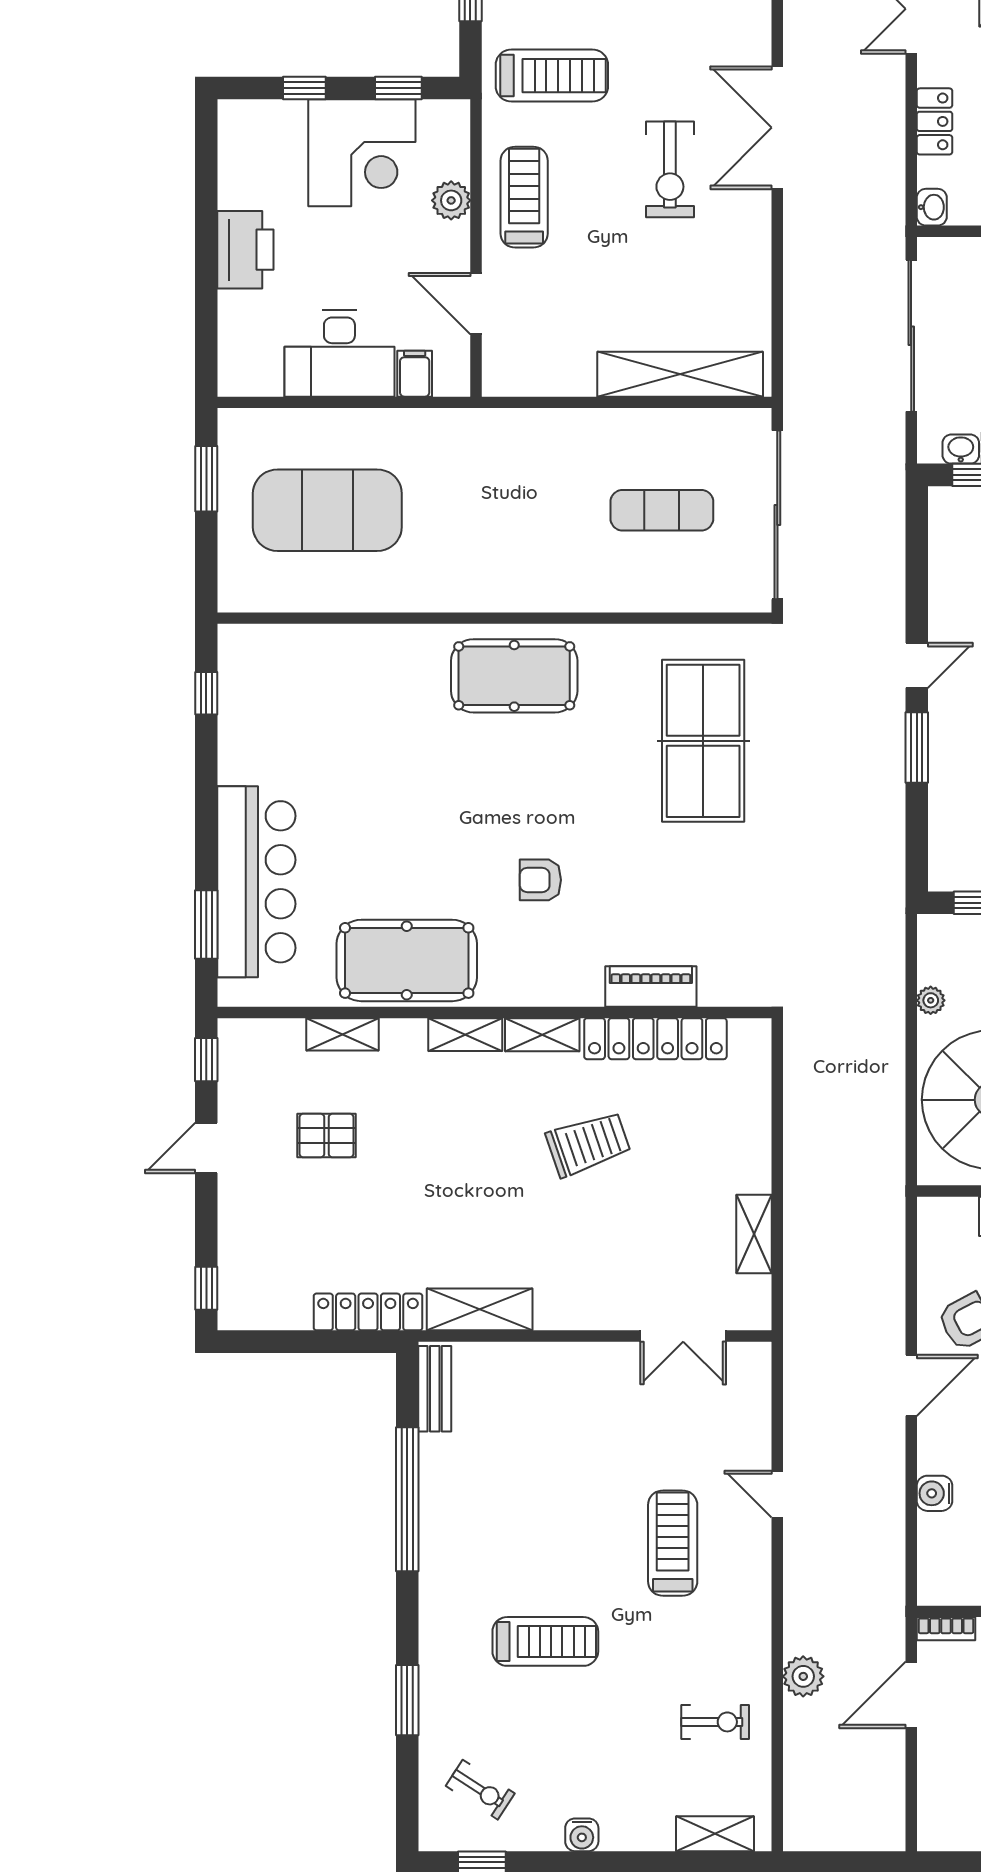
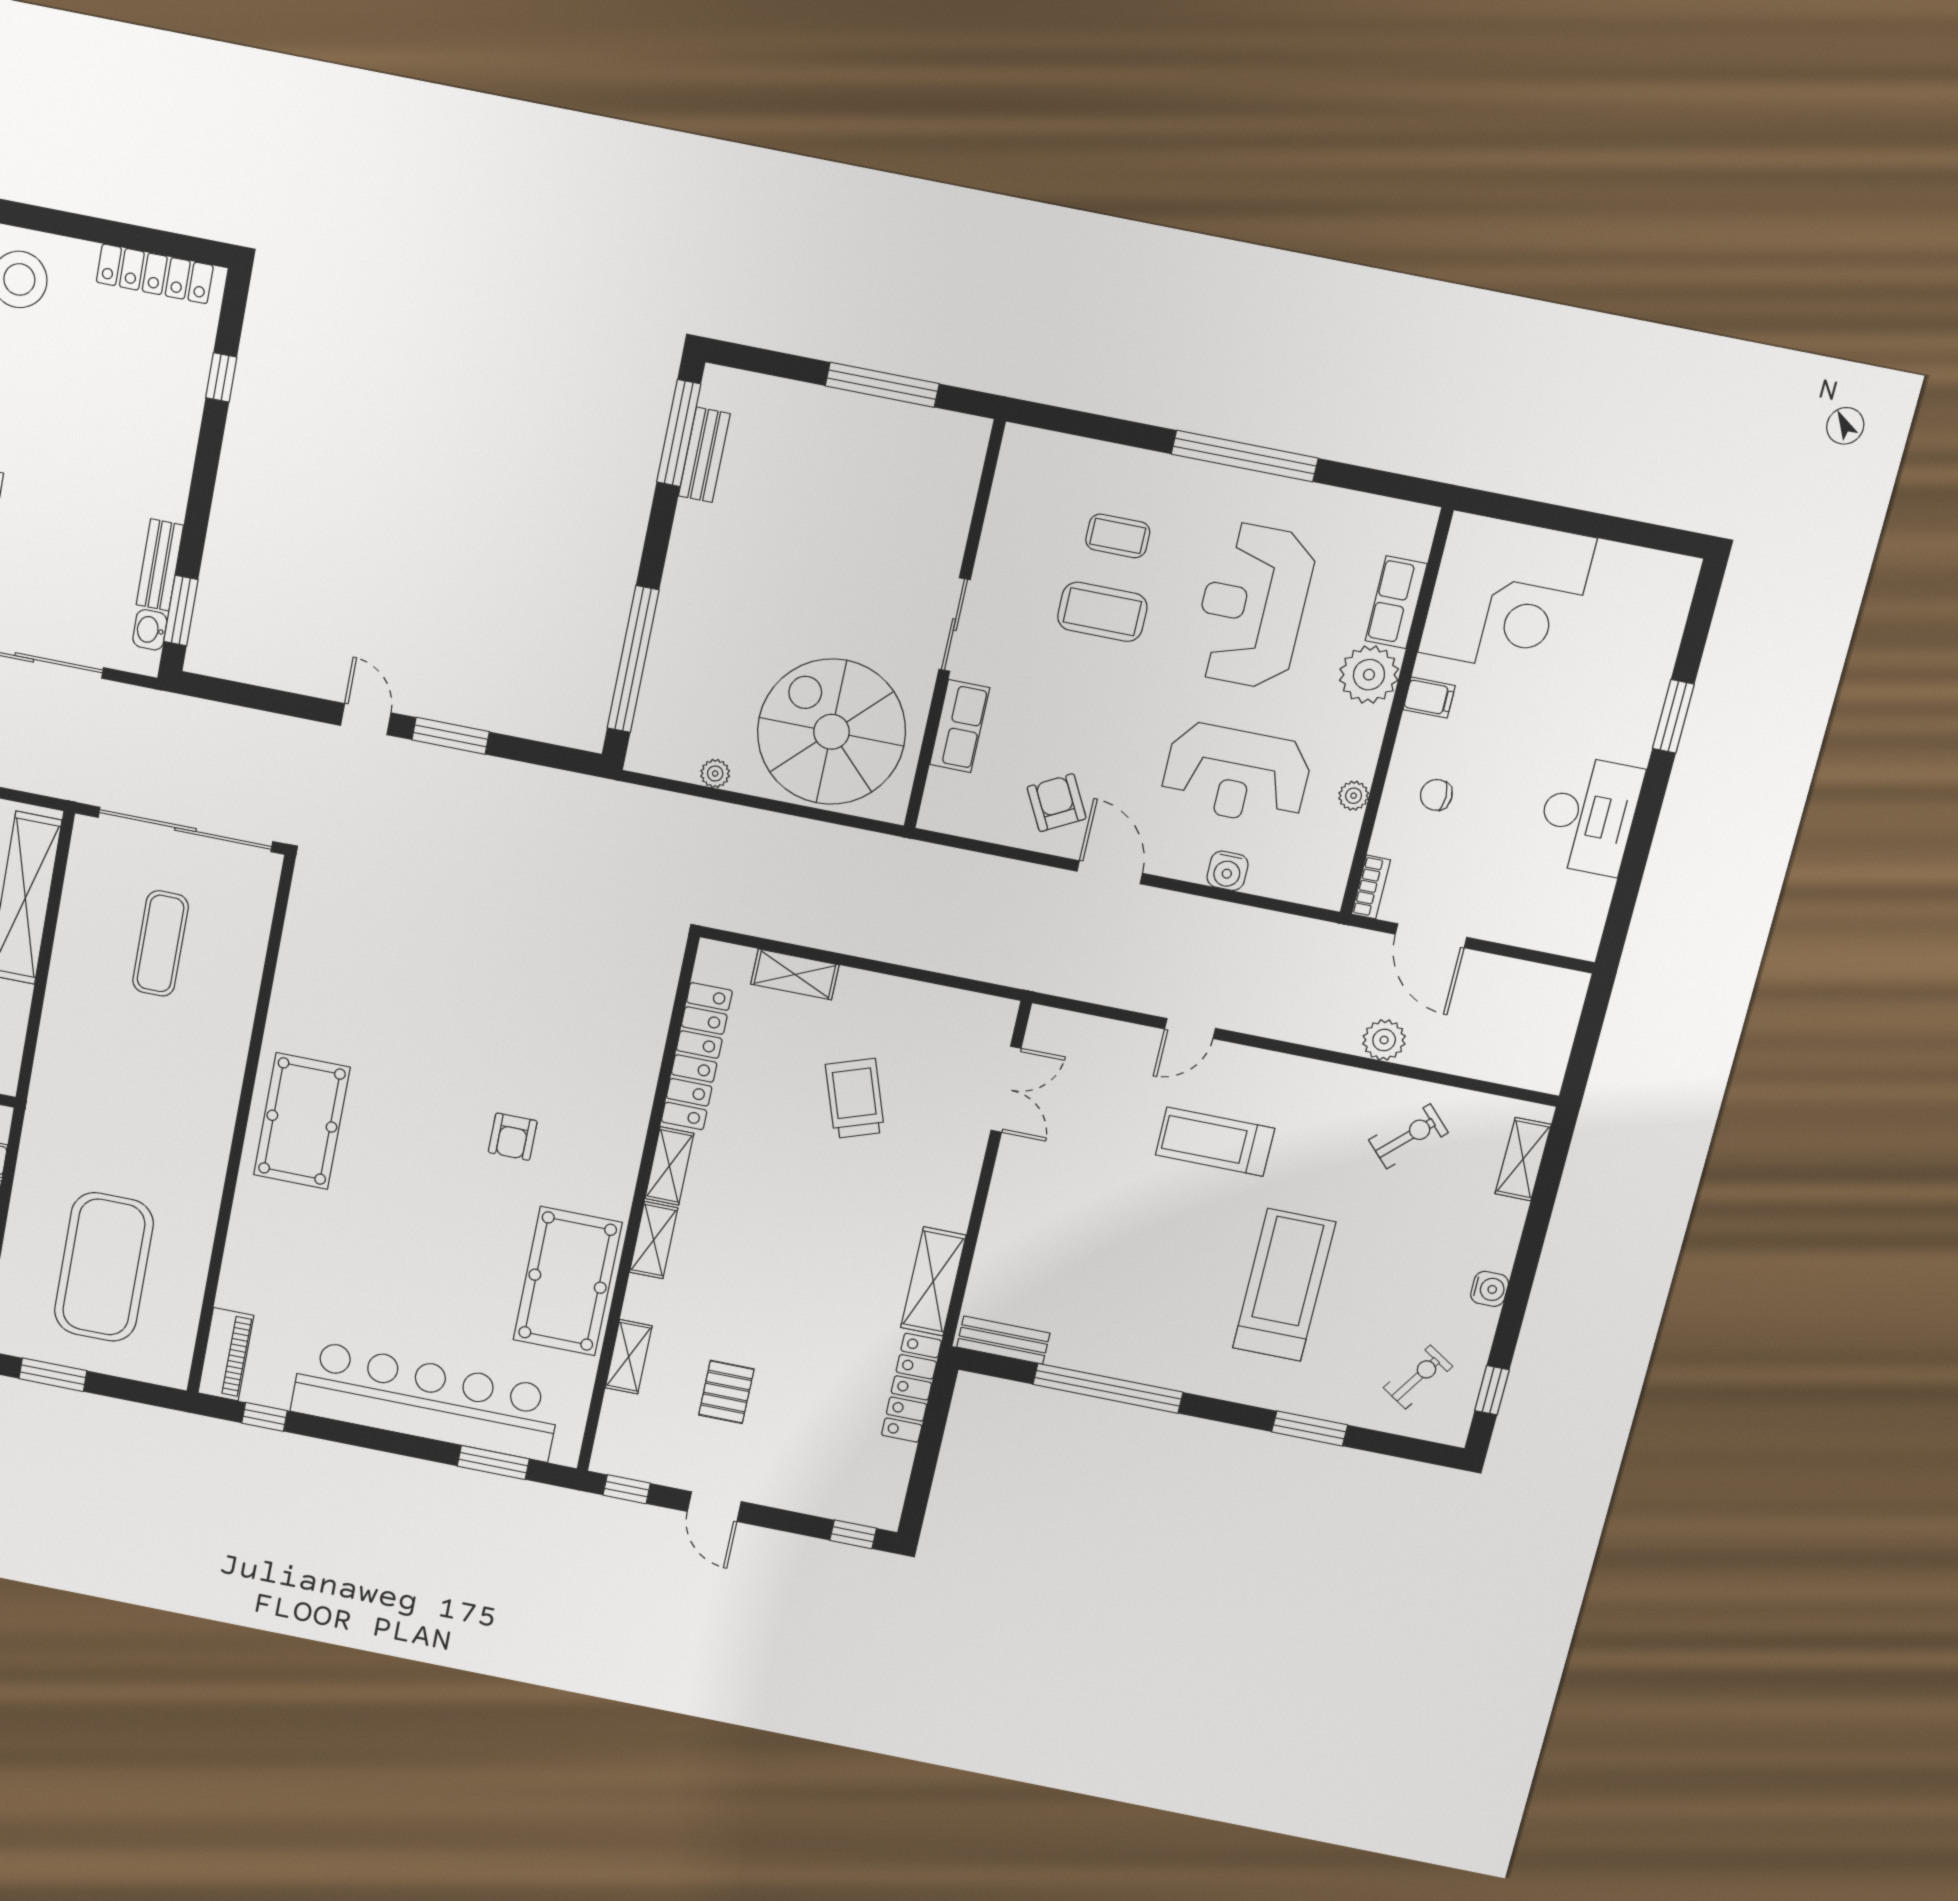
table tennis table: (703, 741) -> (403, 949), removed
bar counter: (256, 882) -> (426, 1401), width x1.36
piano: (651, 986) -> (226, 1354), moved, turned 180
trolley: (588, 1144) -> (855, 1098), moved
shelving: (754, 1234) -> (795, 974), moved
treadmill: (545, 1641) -> (1284, 1285), width x1.37, depth x1.38
exercise bike: (715, 1722) -> (1408, 1136), turned 46

